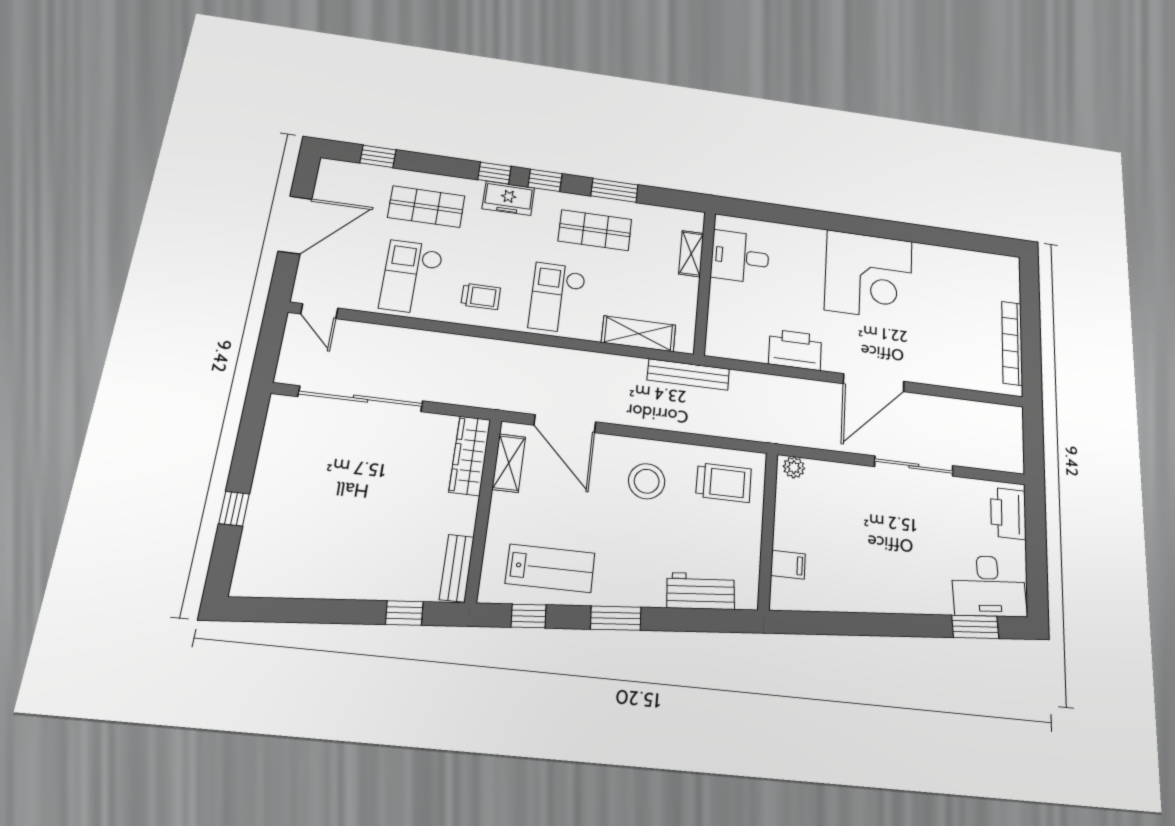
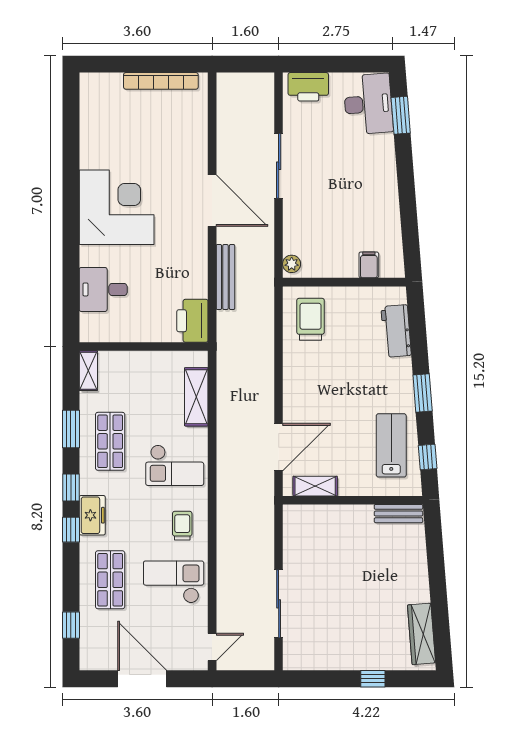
shelving: (691, 254) -> (88, 371), moved, turned 90
desk: (740, 257) -> (103, 289), moved, turned 90
checkout: (411, 277) -> (174, 582), turned 180
printer: (795, 350) -> (192, 321), moved
bench: (688, 374) -> (225, 277), moved
sliding door: (361, 399) -> (279, 604), width x0.73
wardrobe: (470, 456) -> (421, 634), moved, turned 86
stool: (647, 481) -> (317, 379), removed
window: (404, 613) -> (435, 546), removed

